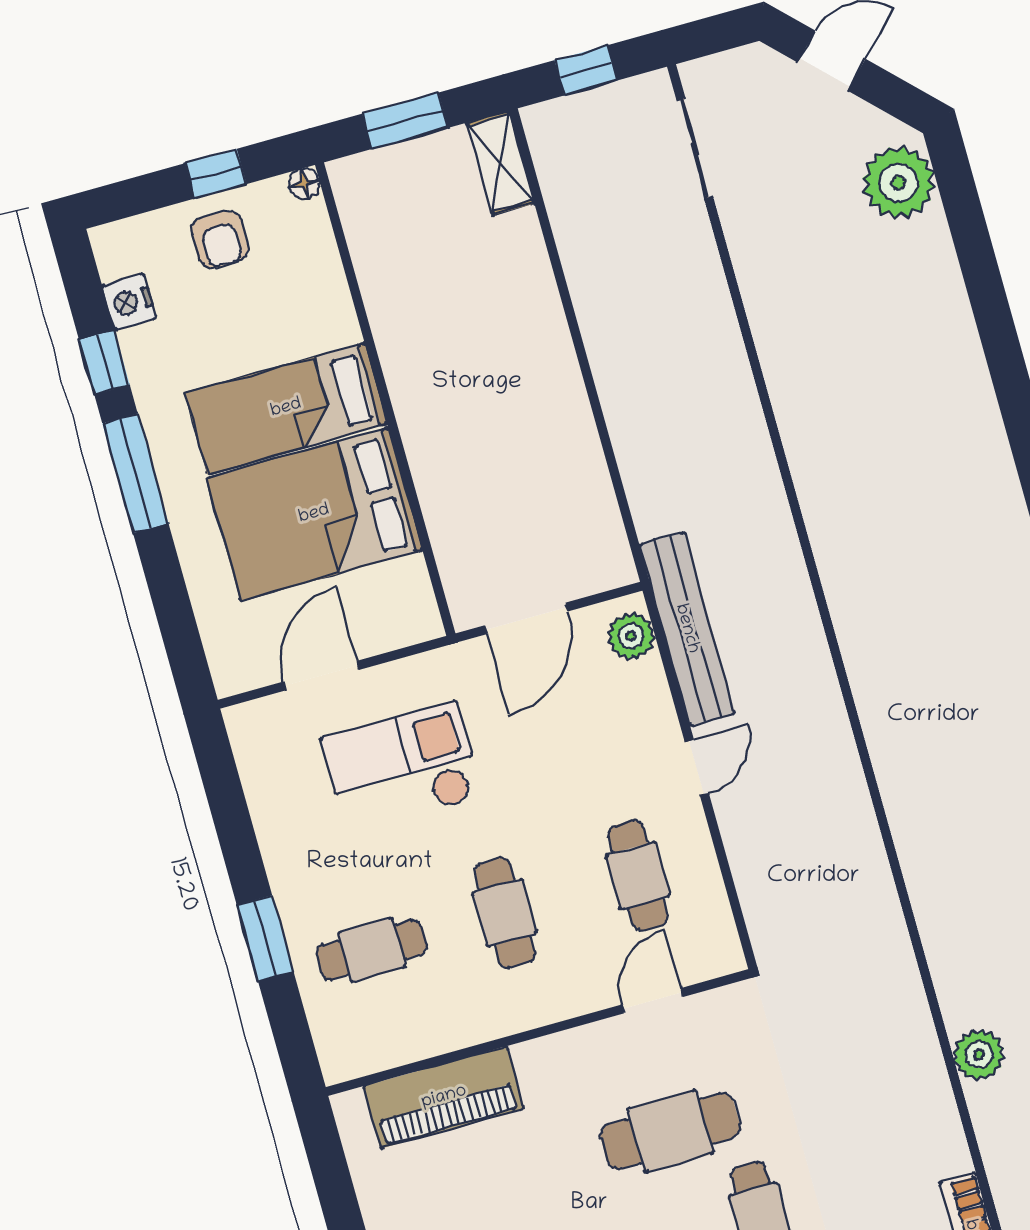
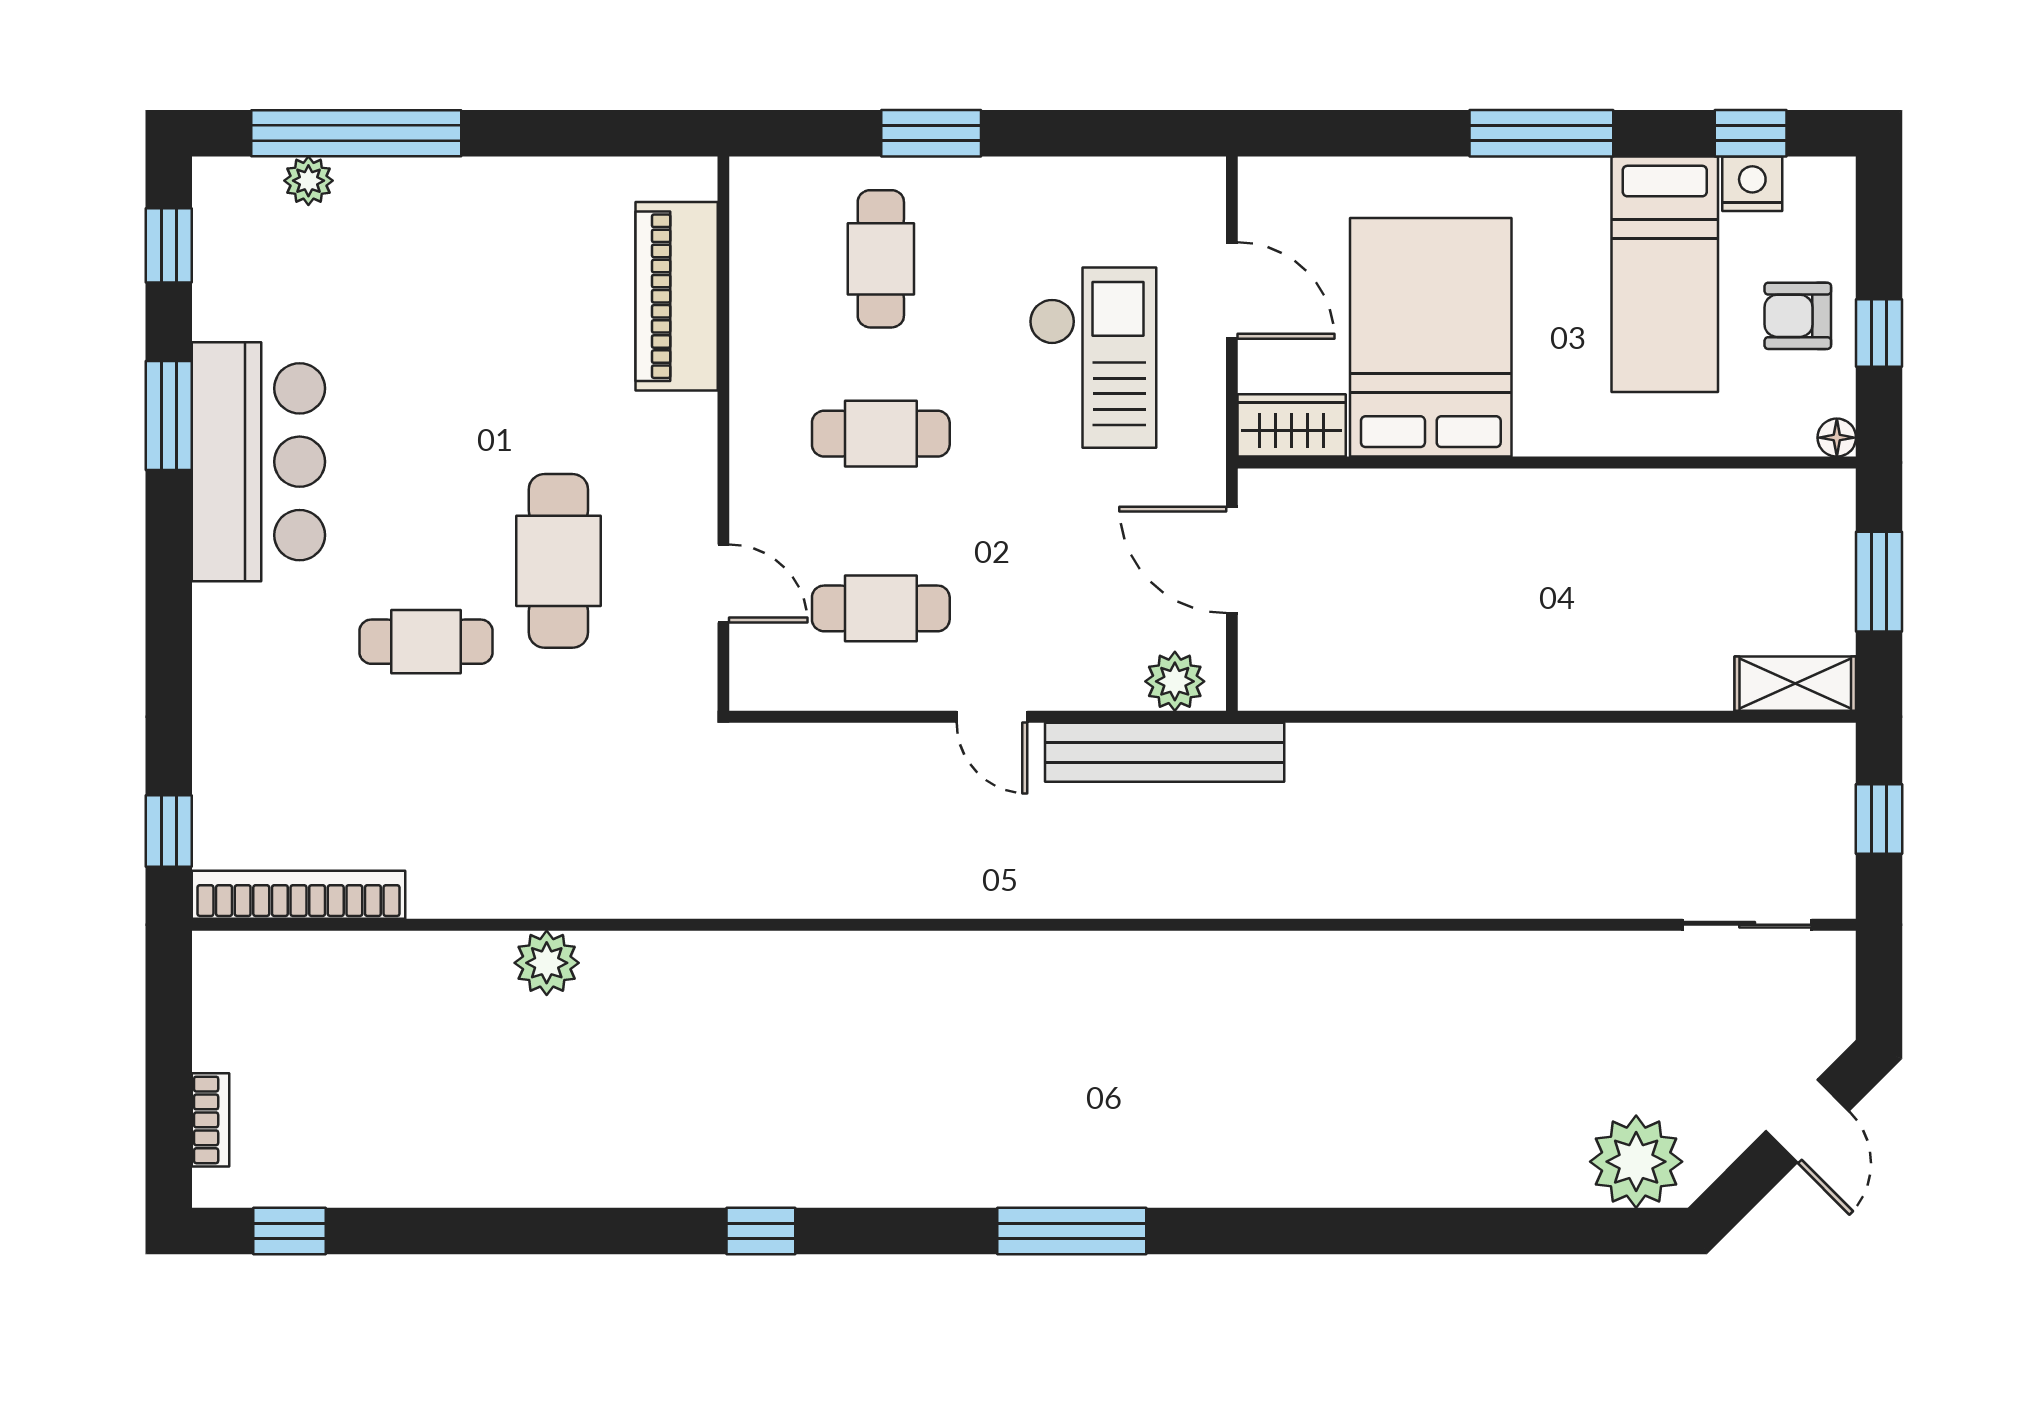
window: (104, 362) -> (1751, 133), moved
bed: (286, 408) -> (1665, 274), moved, turned 180
wardrobe: (411, 601) -> (1292, 425), added

